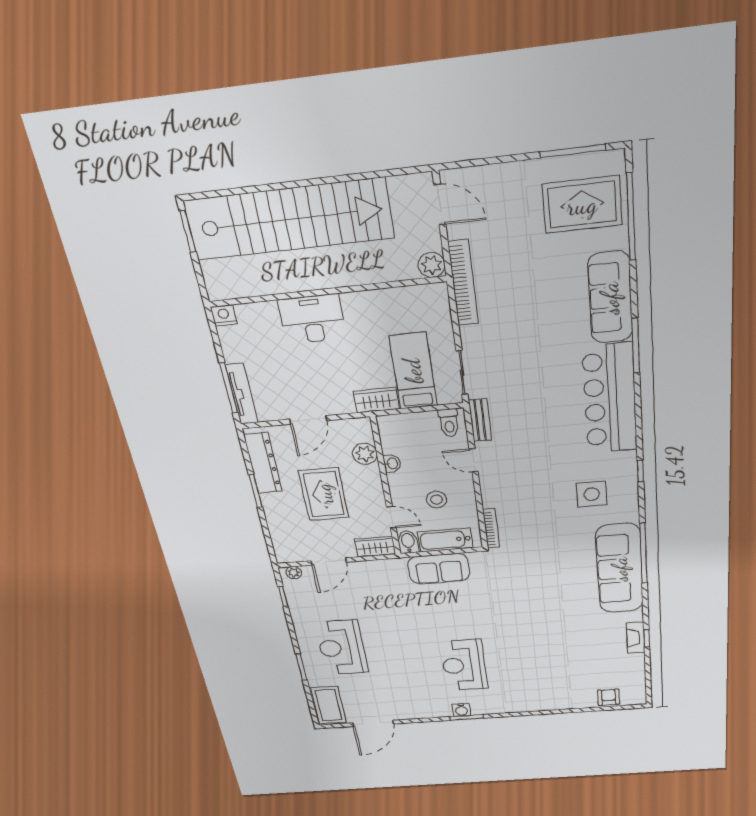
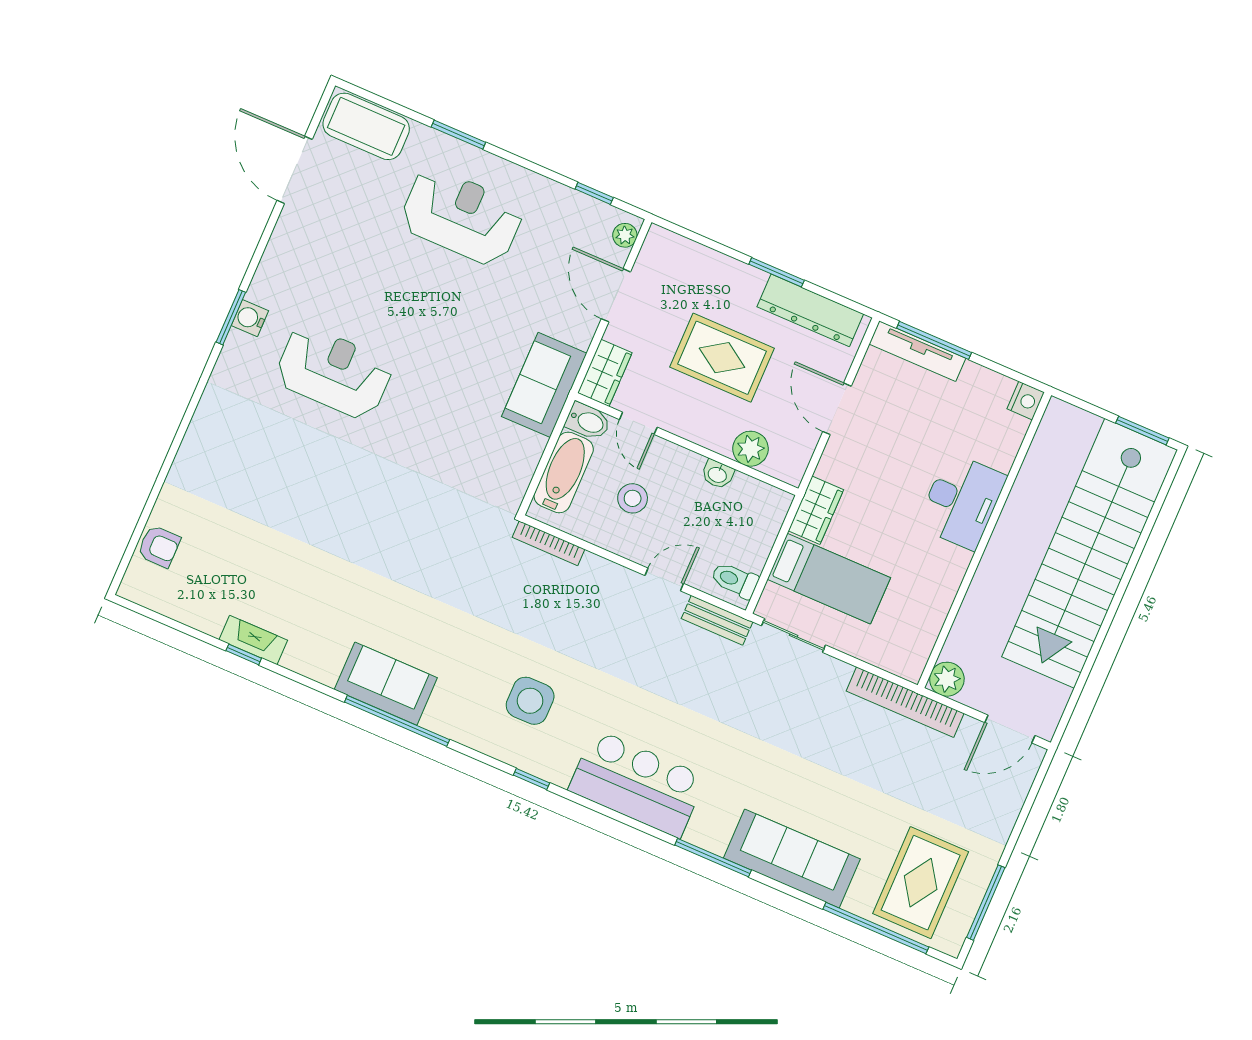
bar counter: (610, 399) -> (637, 784), width x0.73
door: (391, 517) -> (638, 423), hinge flipped
sofa: (439, 569) -> (544, 385), moved
sofa: (620, 569) -> (386, 684), width x0.54, depth x0.79

